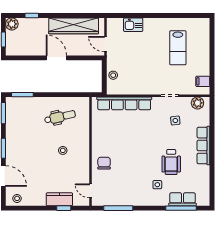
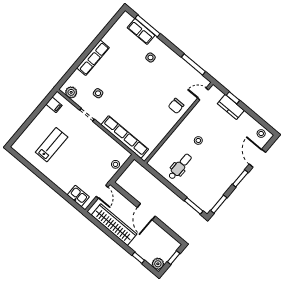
kitchen sink: (133, 25) -> (78, 196), moved
dental chair: (60, 117) -> (180, 167), turned 103
wheelchair: (171, 162) -> (127, 66), removed
door: (91, 191) -> (203, 94), swing flipped

